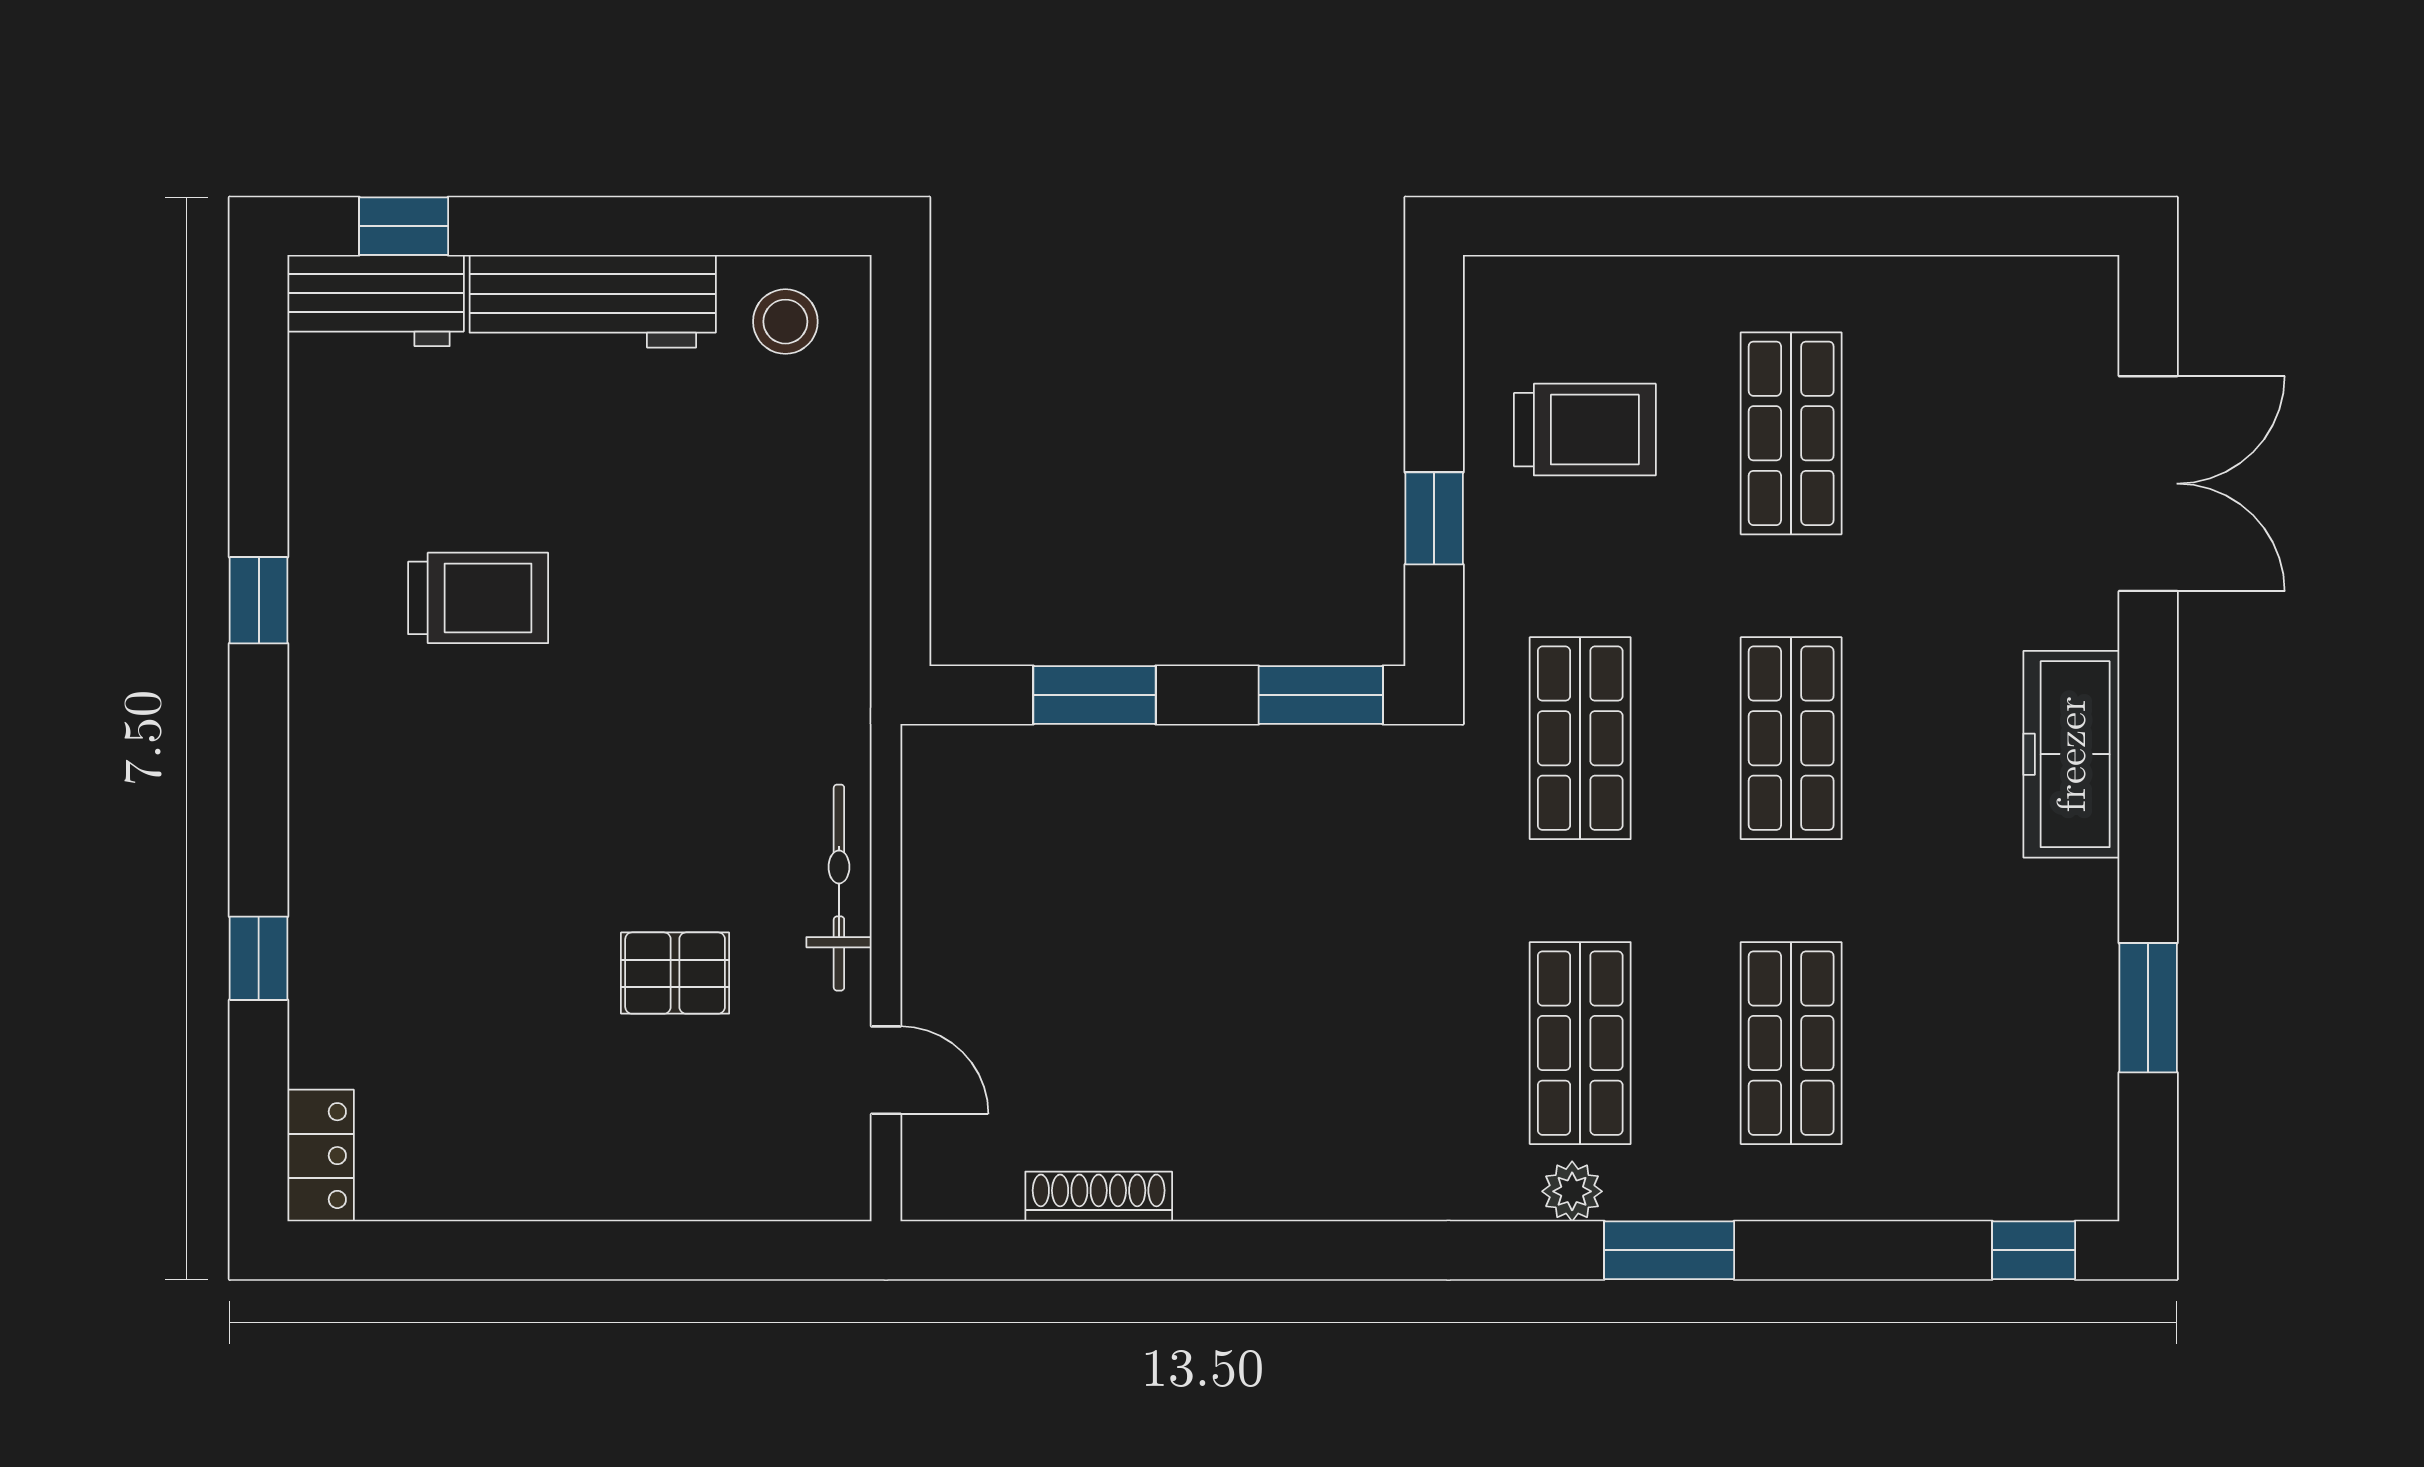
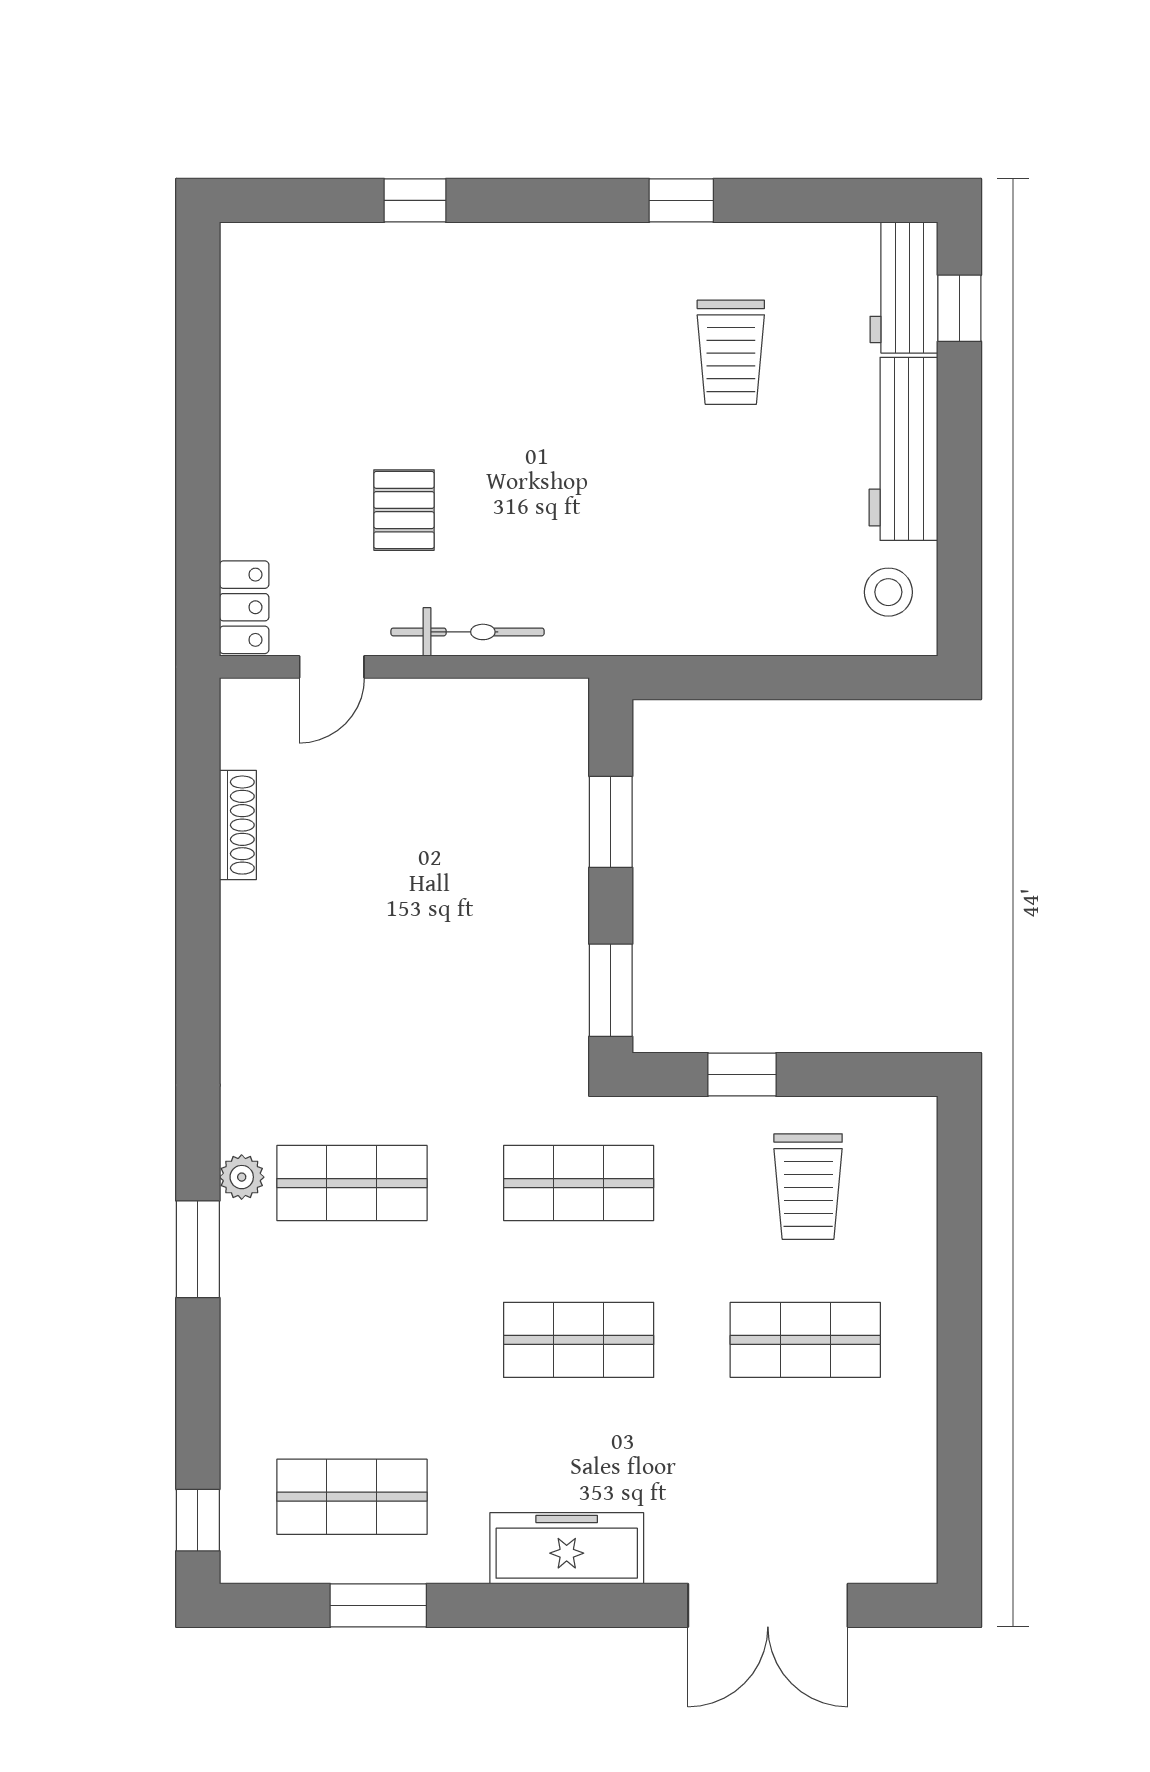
trolley: (478, 598) -> (731, 352), moved
shop shelf: (1791, 1043) -> (352, 1497), moved
locker: (321, 1156) -> (244, 607), moved, turned -90

